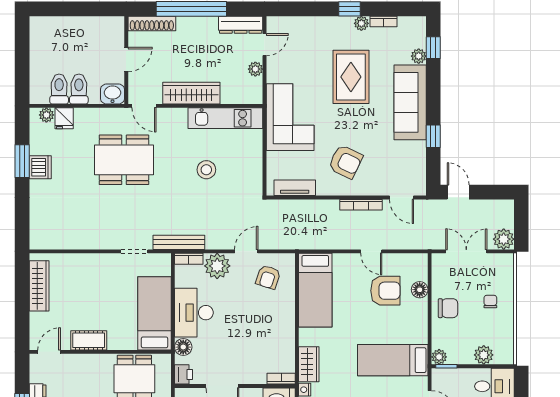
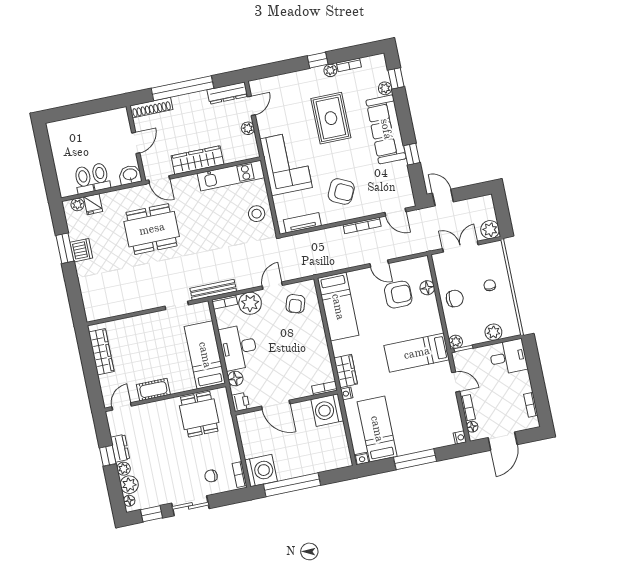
stool: (206, 170) -> (257, 214), moved

